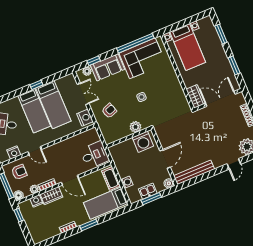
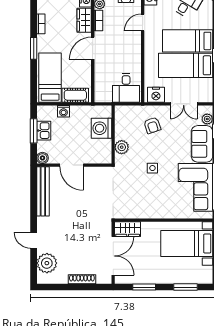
washing machine: (143, 142) -> (102, 128), moved
desk: (94, 155) -> (126, 88), moved

